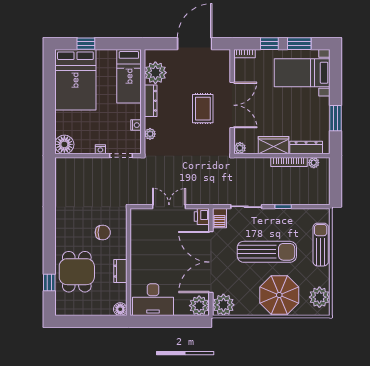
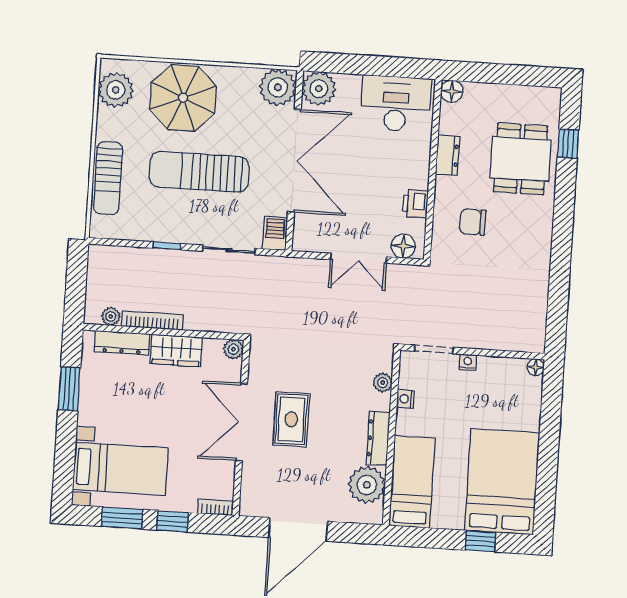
floor lamp: (64, 144) -> (536, 367), width x0.53, depth x0.53
floor lamp: (143, 216) -> (403, 246), added
printer: (202, 216) -> (415, 204), moved, turned 180

